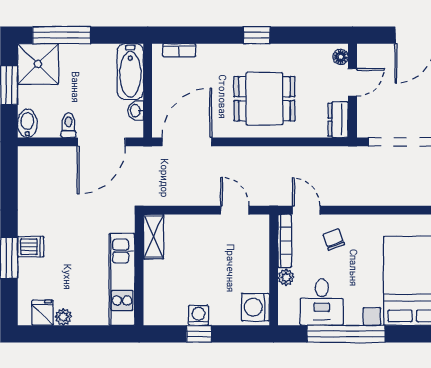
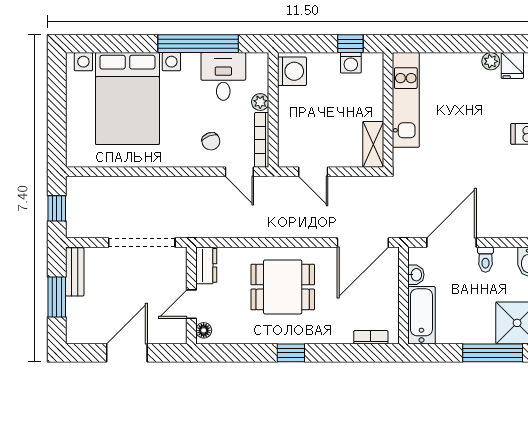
shelving: (153, 237) -> (373, 144), moved
wall: (139, 270) -> (388, 110), moved
kitchen unit: (122, 279) -> (406, 100), moved

